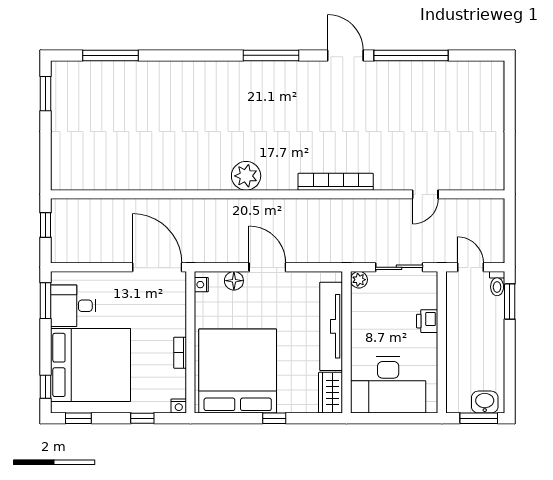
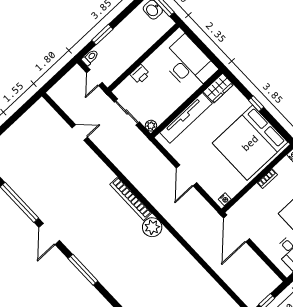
bookcase: (336, 182) -> (131, 199), moved
floor lamp: (234, 281) -> (208, 185), removed
window: (510, 302) -> (102, 35), moved

